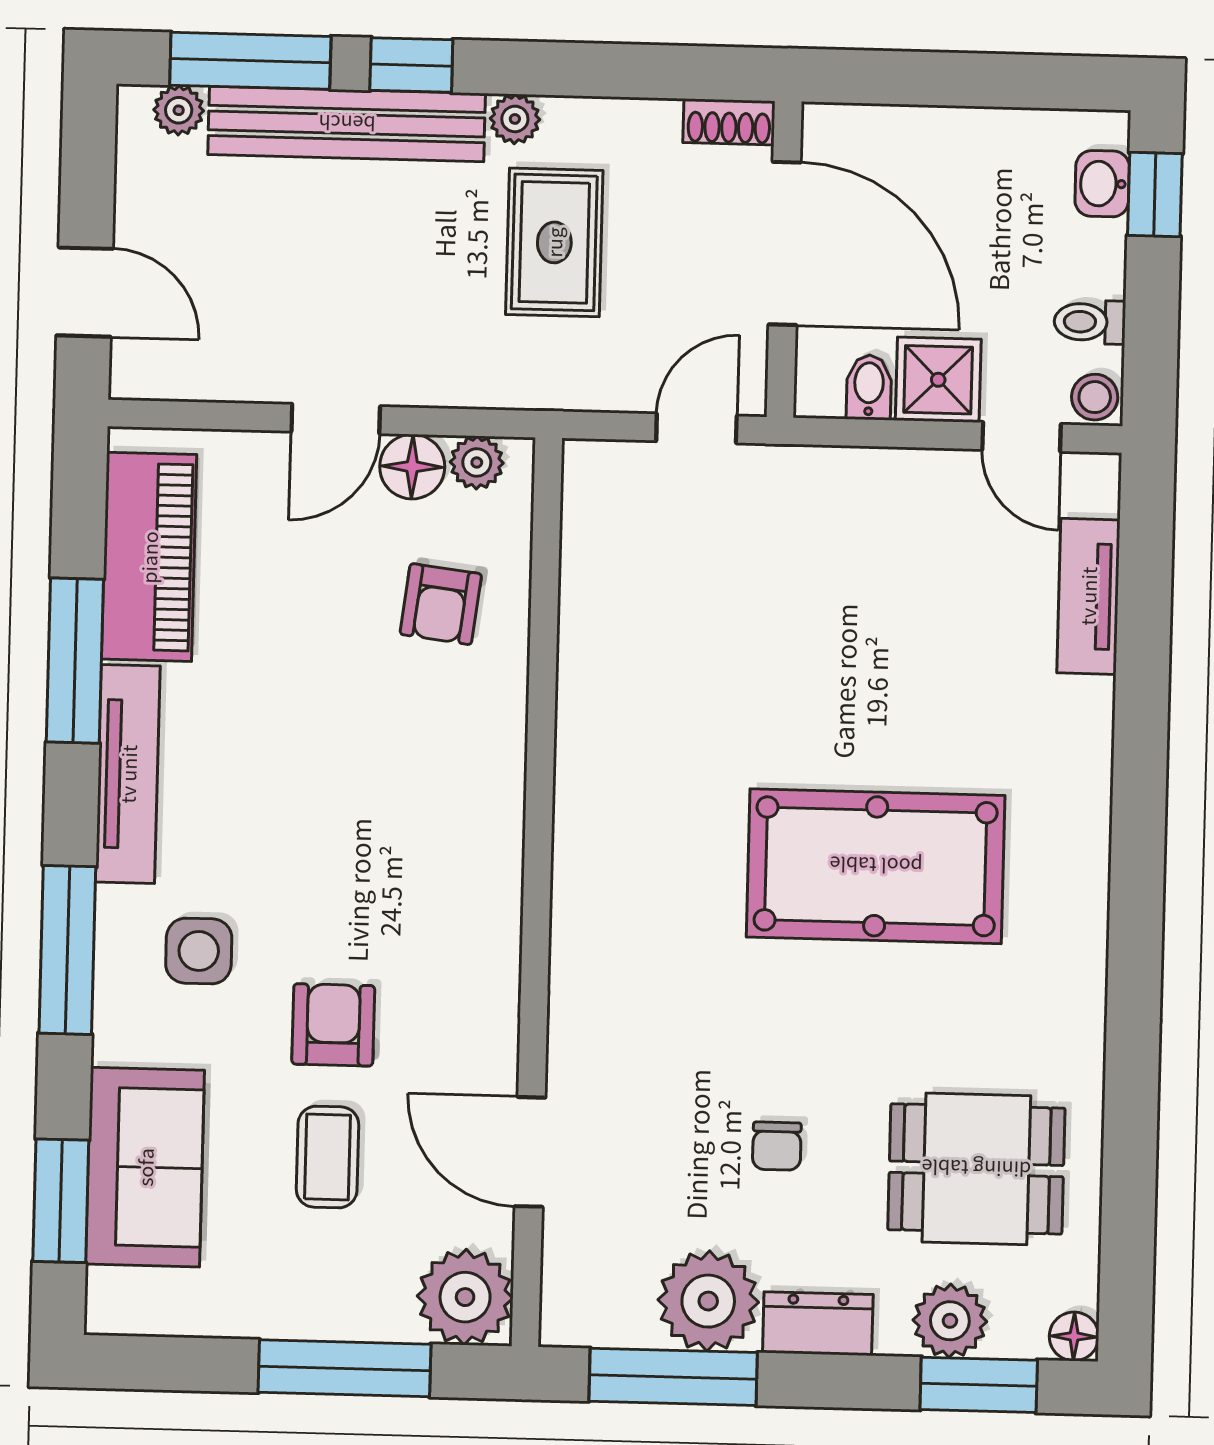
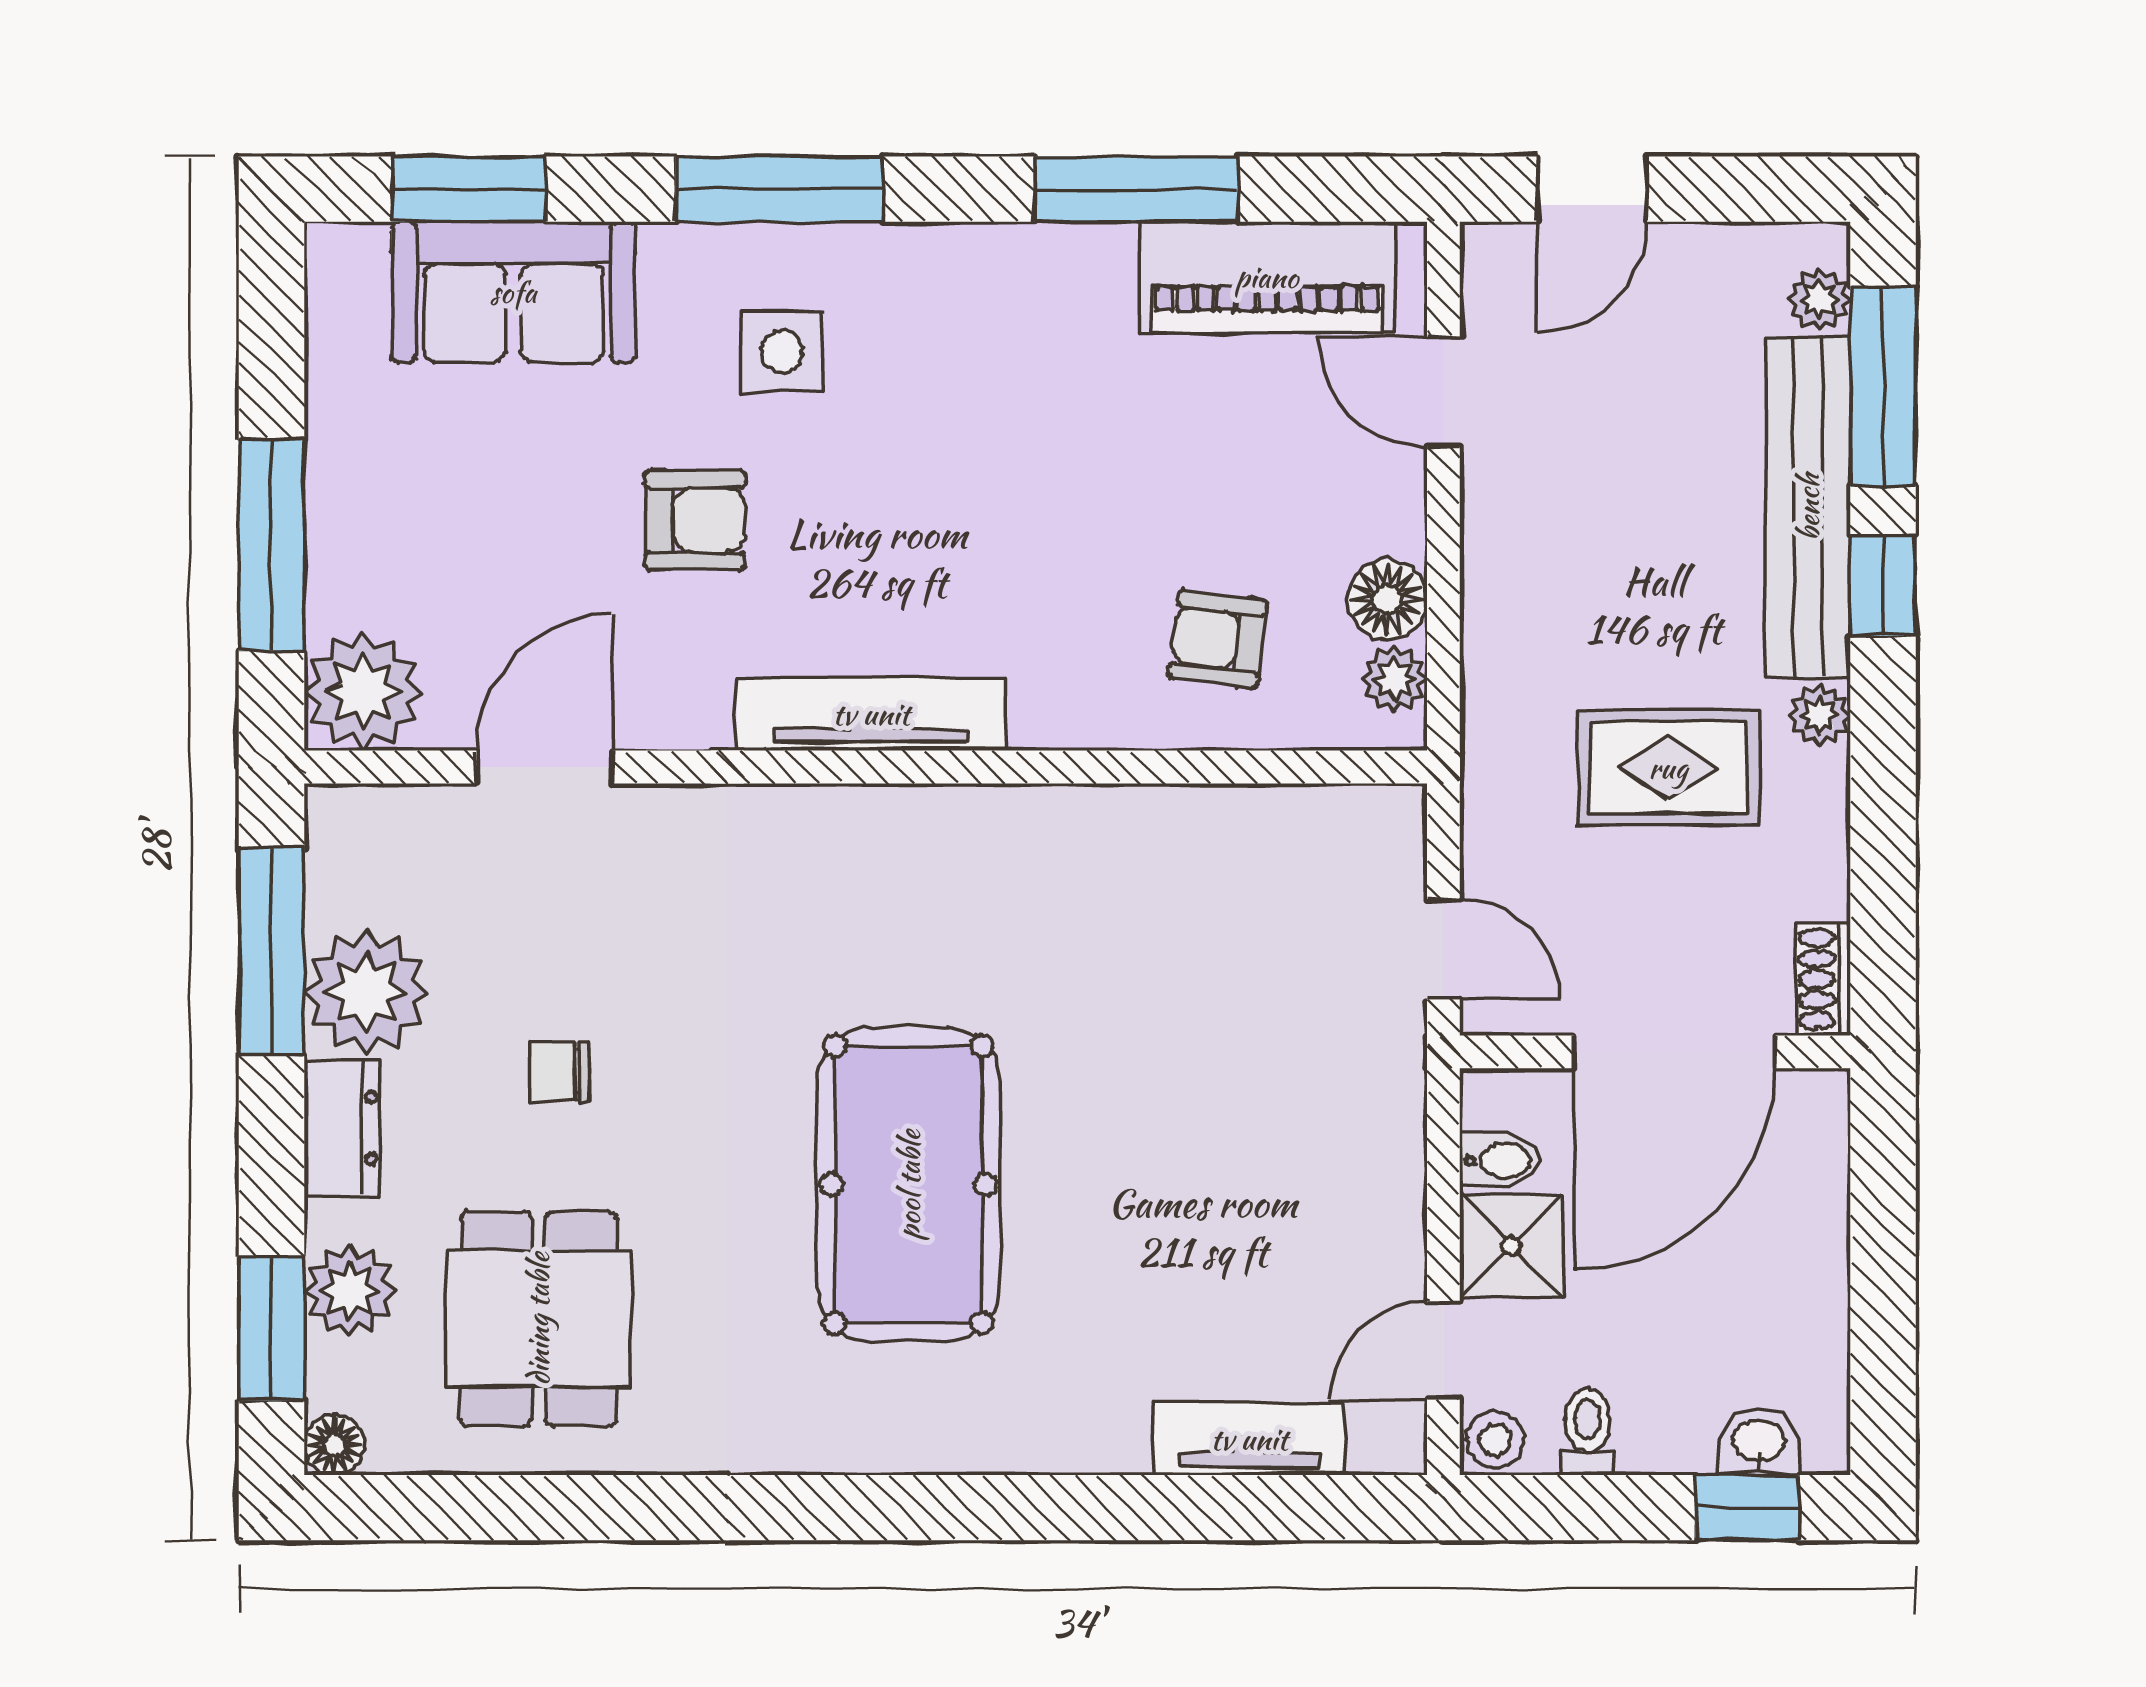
door: (336, 419) -> (1443, 392), moved
tv unit: (128, 774) -> (871, 714), moved, turned 180
coffee table: (328, 1157) -> (532, 517), removed

